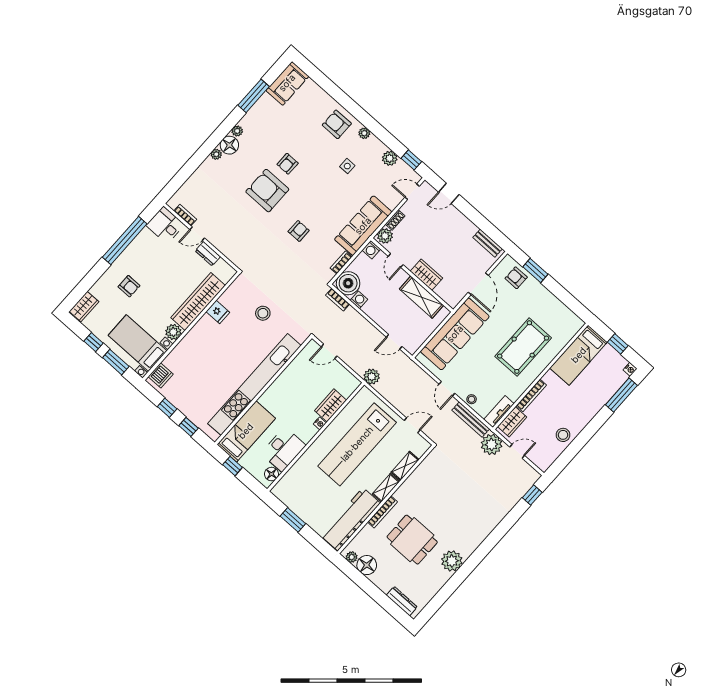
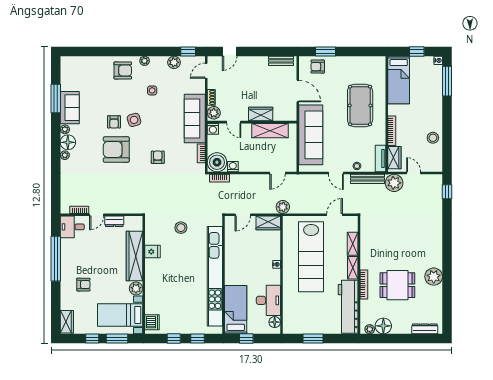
sofa: (287, 83) -> (70, 108), moved
armchair: (337, 124) -> (123, 70), turned 180
side table: (307, 178) -> (134, 120), added
wardrobe: (330, 405) -> (268, 223), moved, turned -90
door: (517, 451) -> (414, 173), hinge flipped

